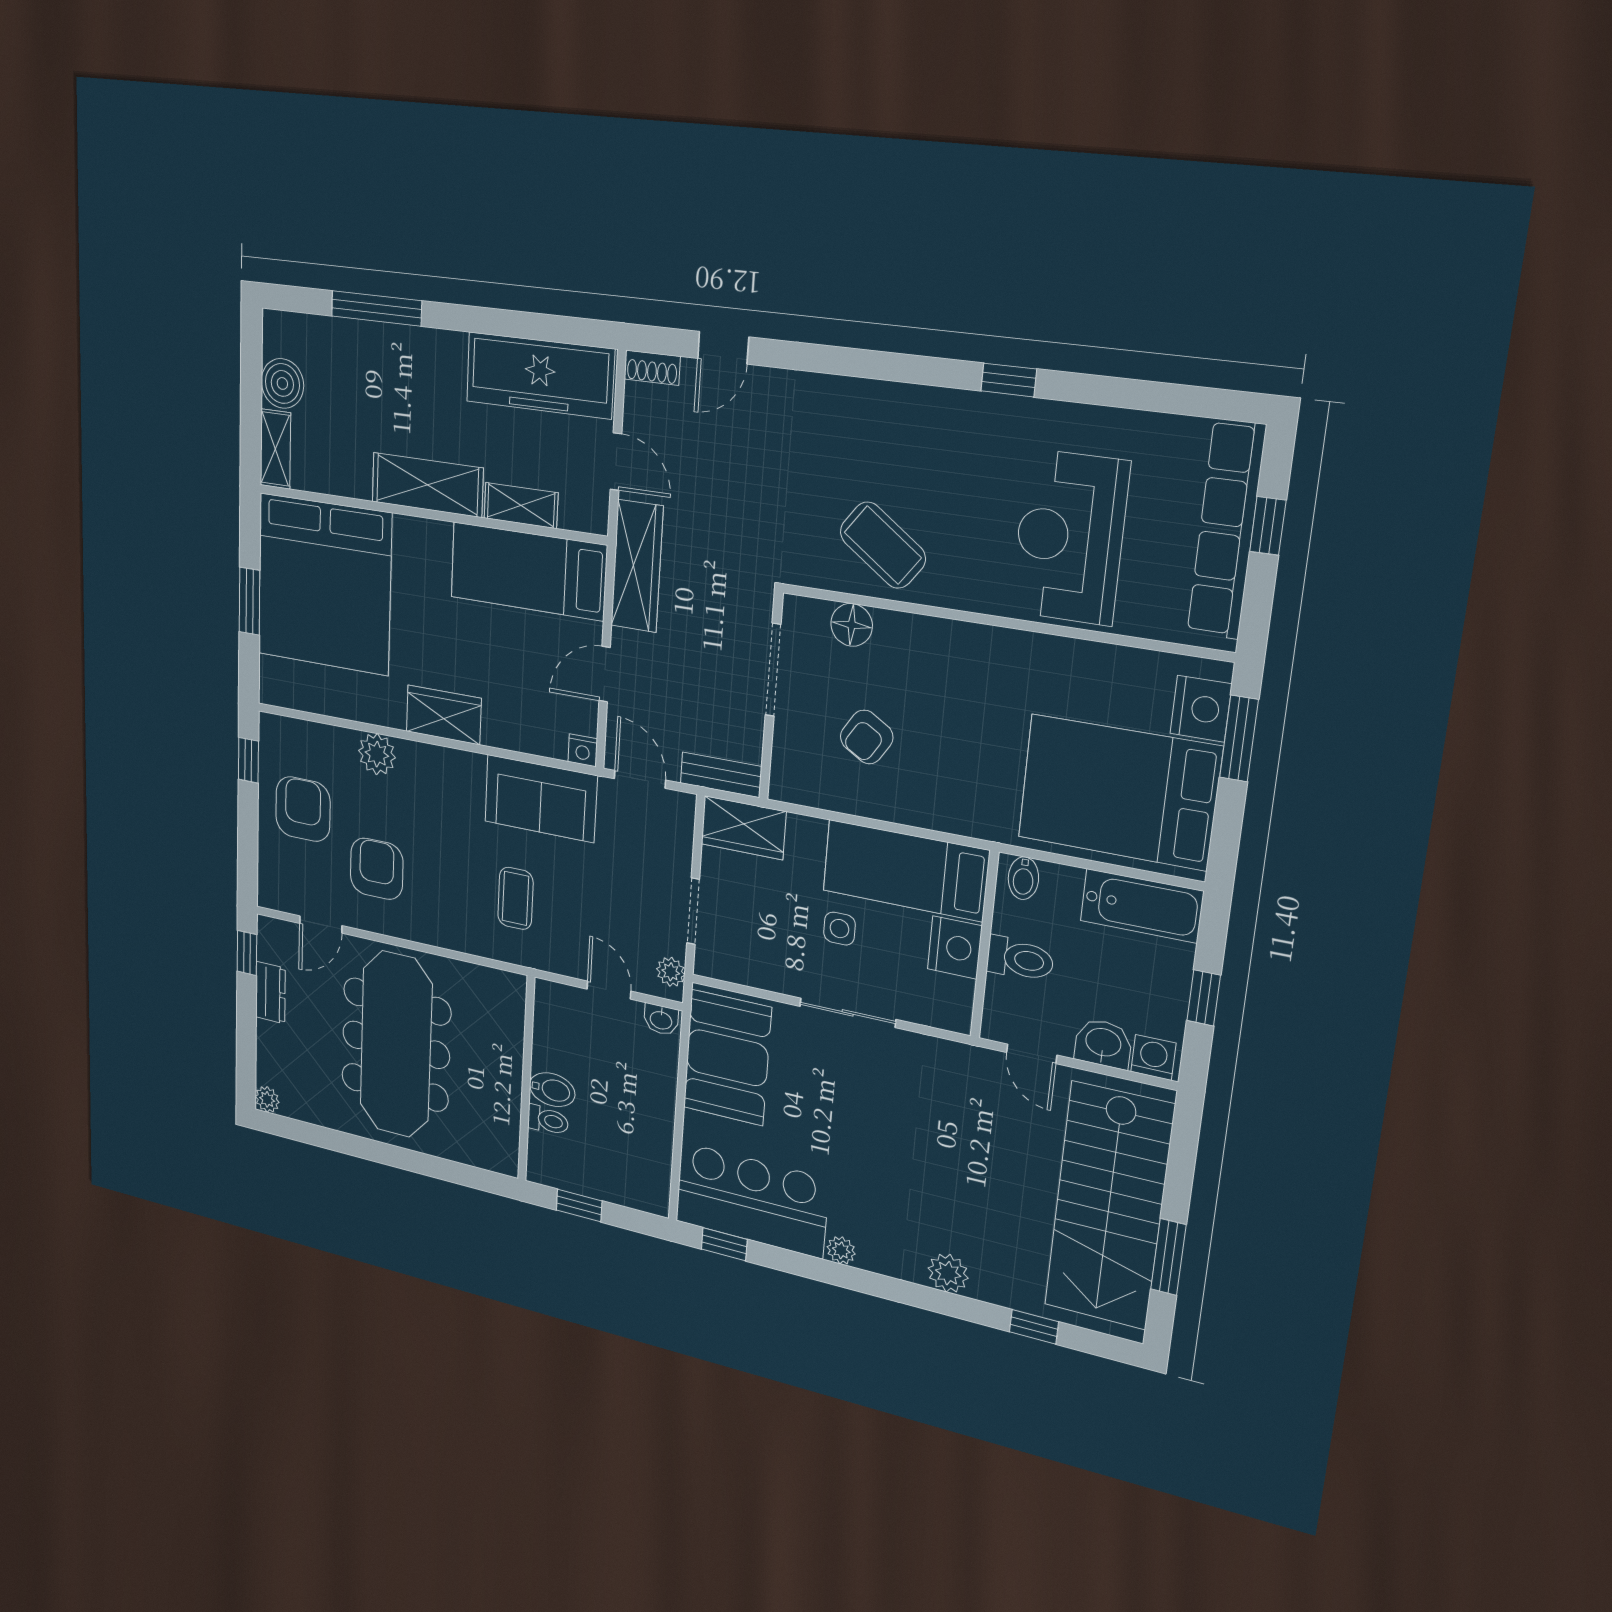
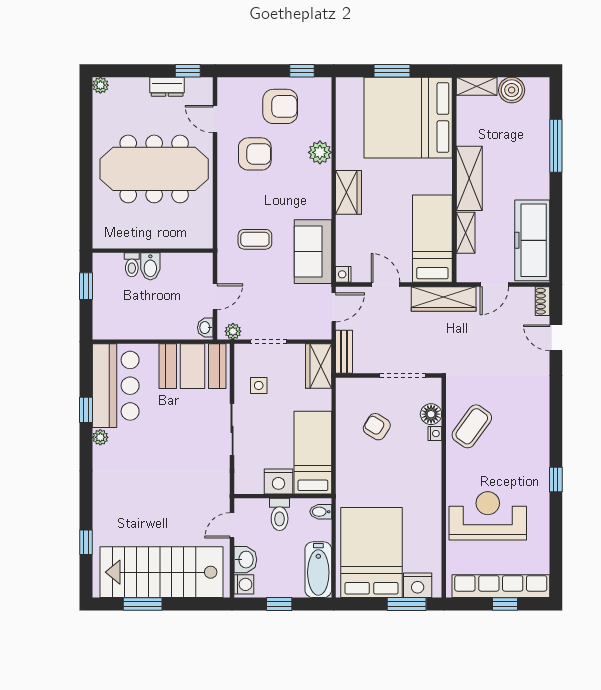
nightstand: (890, 623) -> (435, 434), added
side table: (839, 929) -> (259, 385), moved
window: (724, 1244) -> (86, 410), moved
plant: (948, 1273) -> (103, 495), removed

